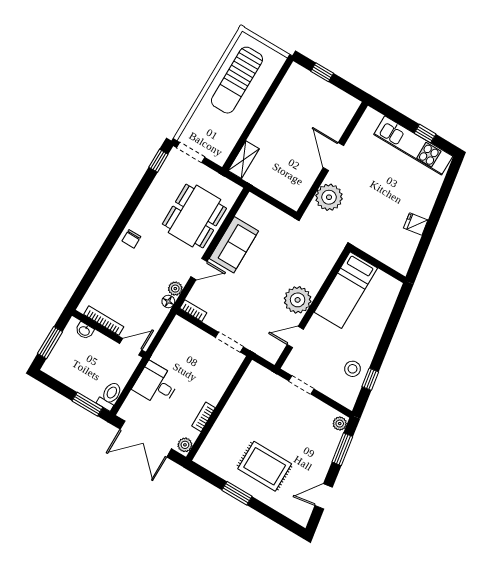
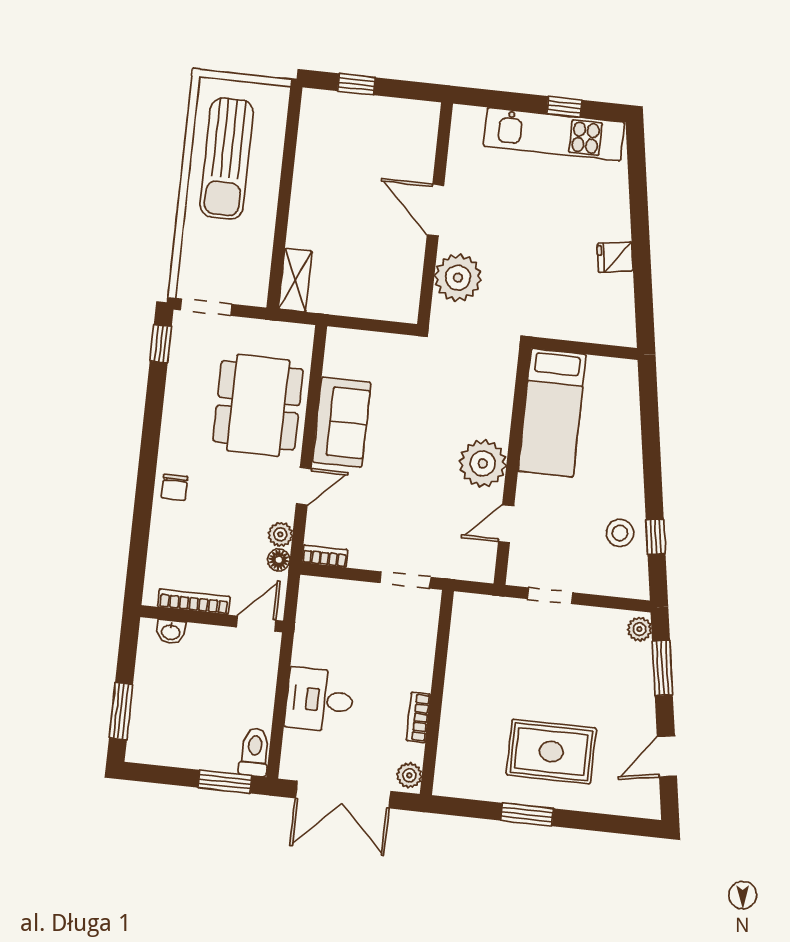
bookcase: (104, 321) -> (194, 602), moved
washbasin: (84, 331) -> (171, 632), moved
wall: (109, 334) -> (212, 619), moved
door: (131, 347) -> (256, 624), moved

